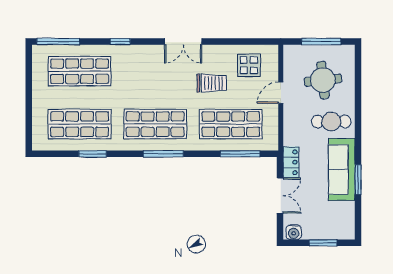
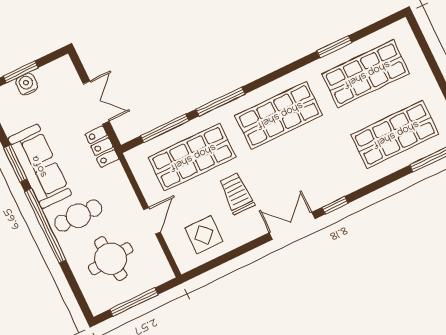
window: (120, 41) -> (335, 205), moved
trolley: (212, 83) -> (237, 194), turned 90
window: (358, 126) -> (45, 226), added
window: (163, 154) -> (220, 102), moved
double door: (280, 196) -> (96, 102), swing flipped
water cooler: (294, 232) -> (27, 84), moved

